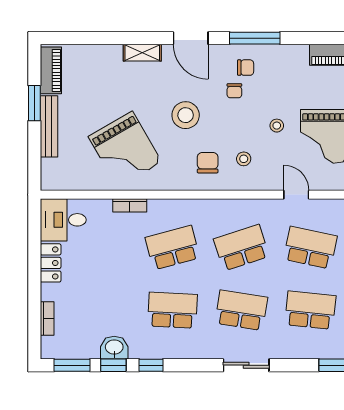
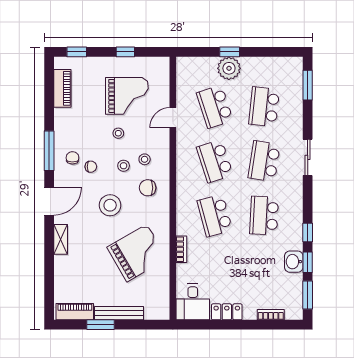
stool: (236, 132) -> (124, 166), added
school desk: (310, 248) -> (215, 107), turned -30

